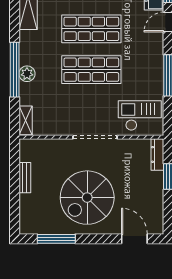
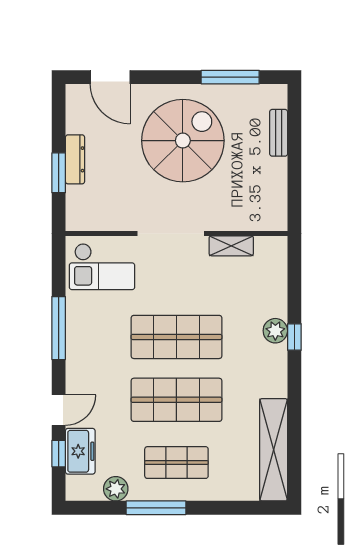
window: (15, 70) -> (294, 337), width x0.32
shelving: (26, 120) -> (231, 246), moved, turned 90
dresser: (157, 154) -> (75, 159), moved
bench: (25, 178) -> (279, 133), moved

